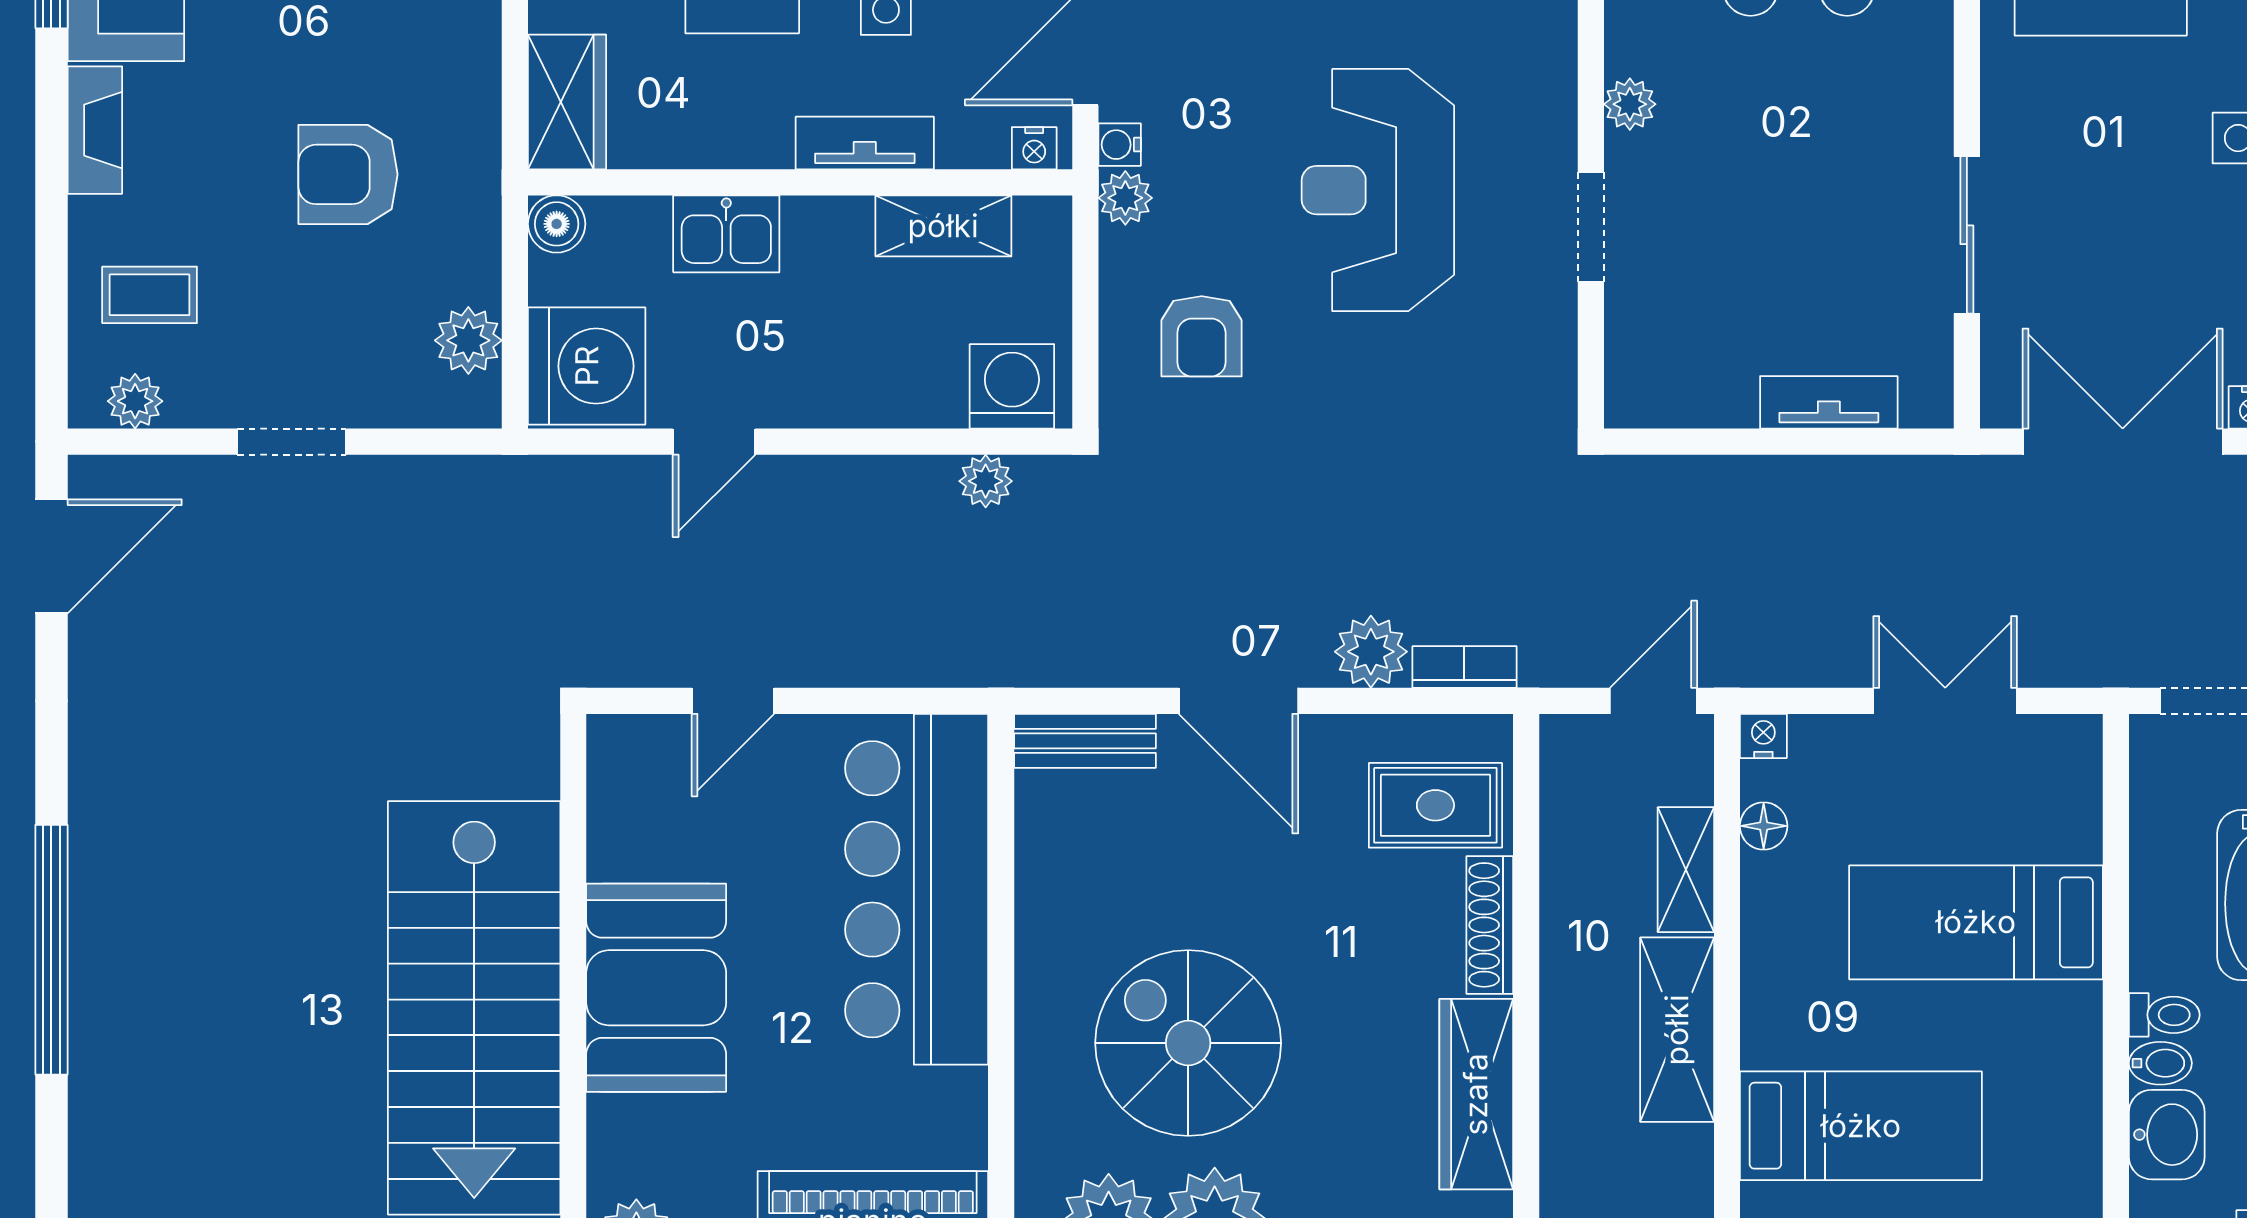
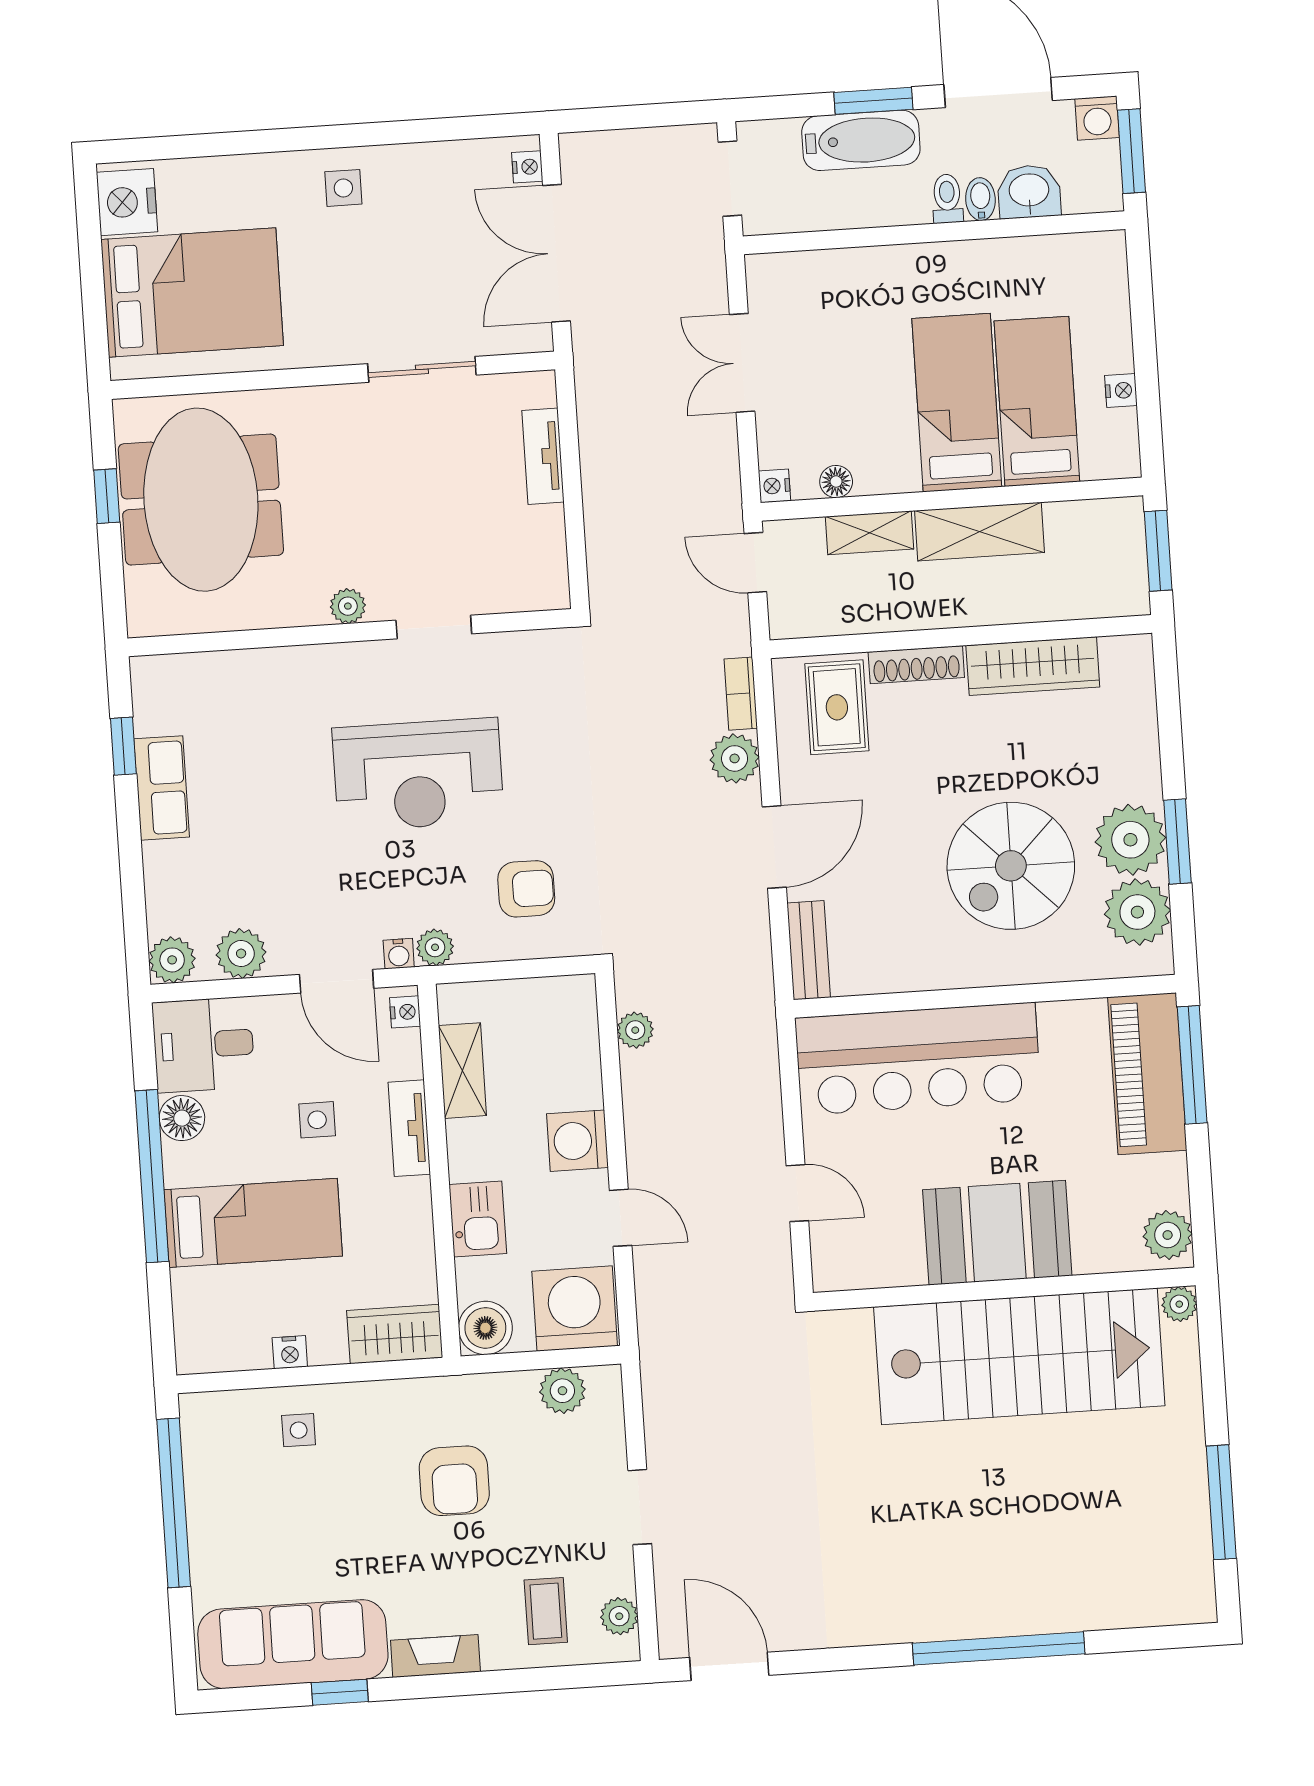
boiler: (557, 224) -> (485, 1328), width x1.36, depth x1.36
washing machine: (1012, 386) -> (577, 1141), moved
bed: (1976, 922) -> (957, 403), moved, turned 180

